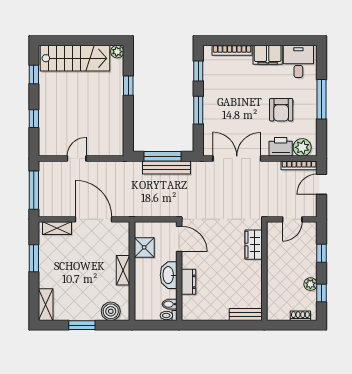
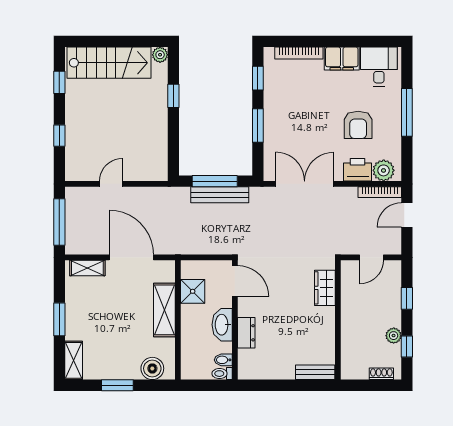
window: (34, 258) -> (59, 319), moved
shelving: (123, 270) -> (164, 310), width x1.50, depth x1.33

